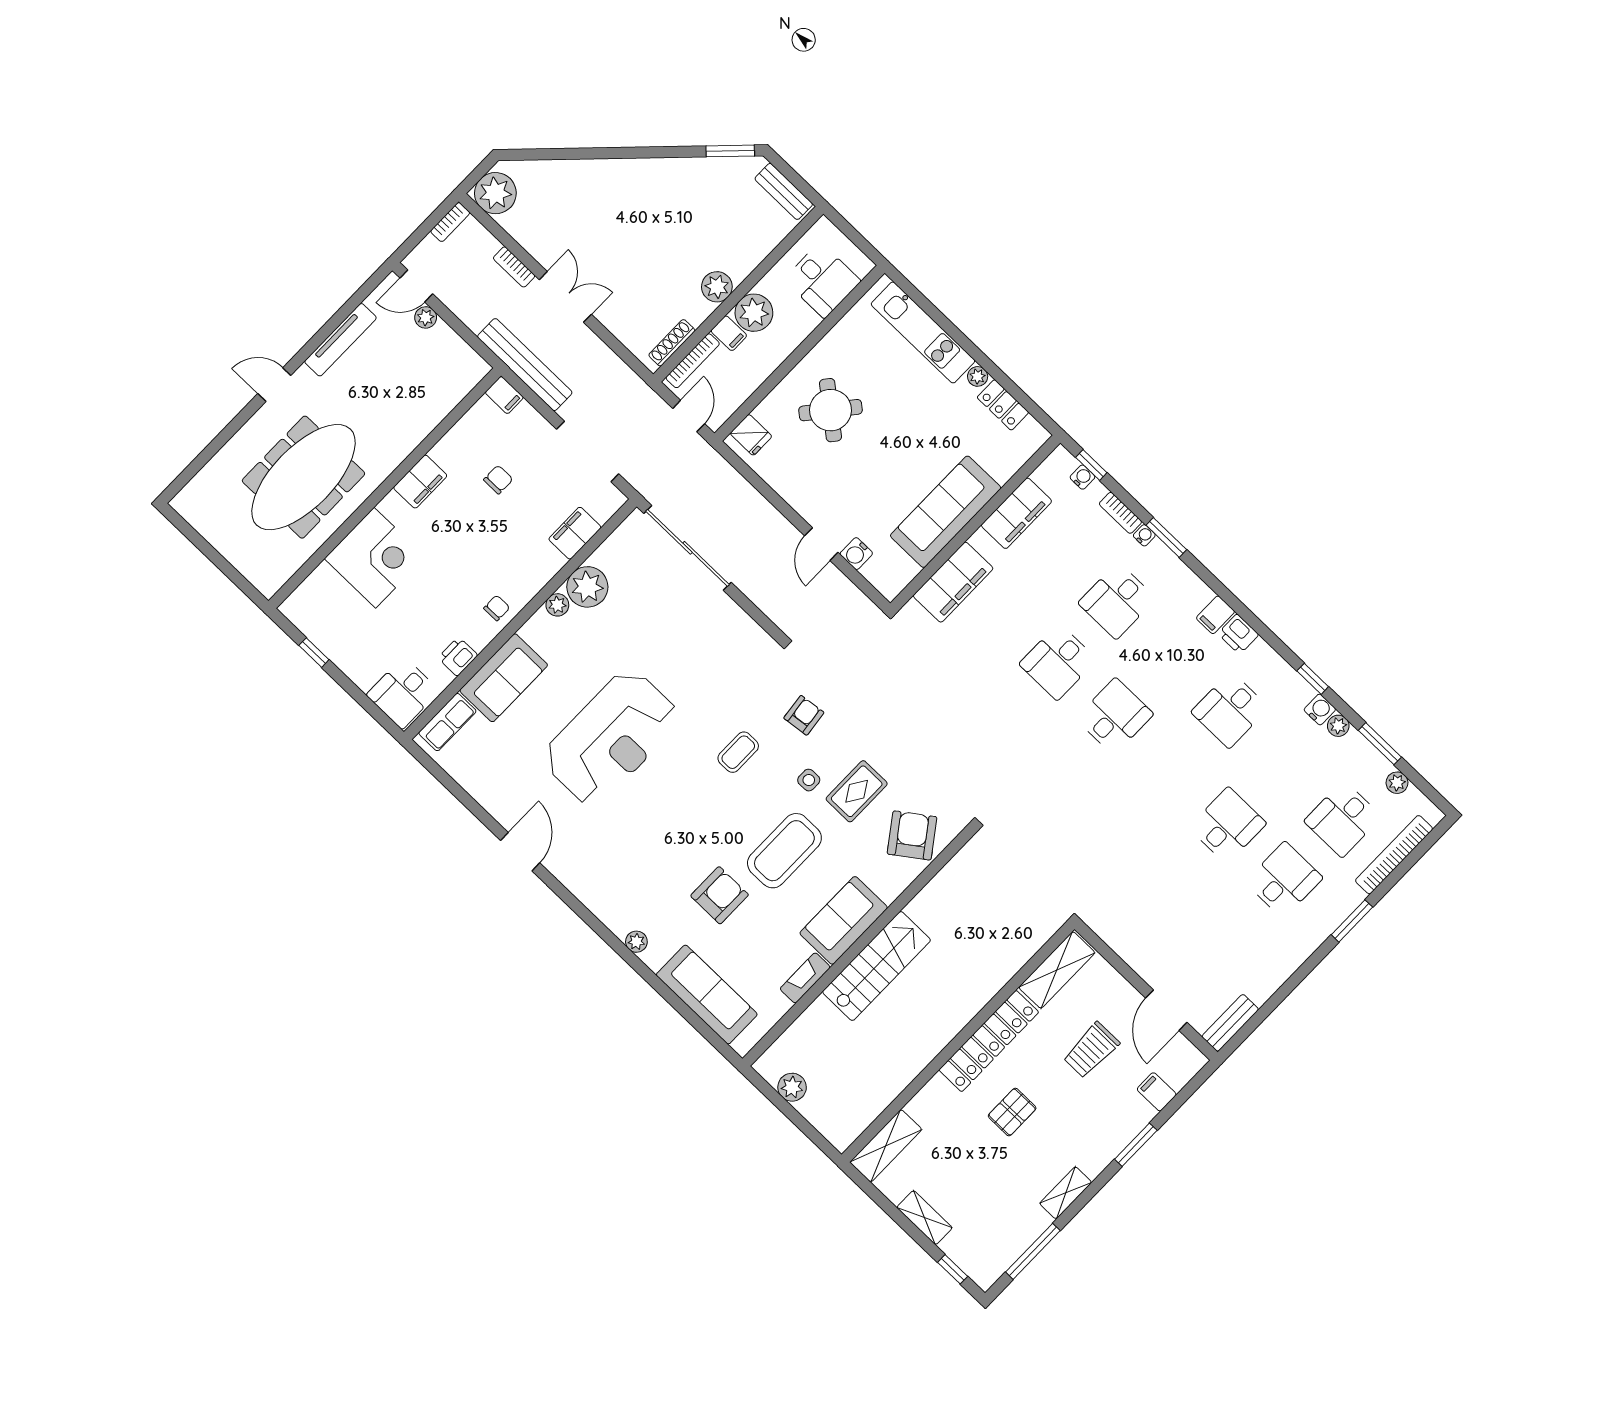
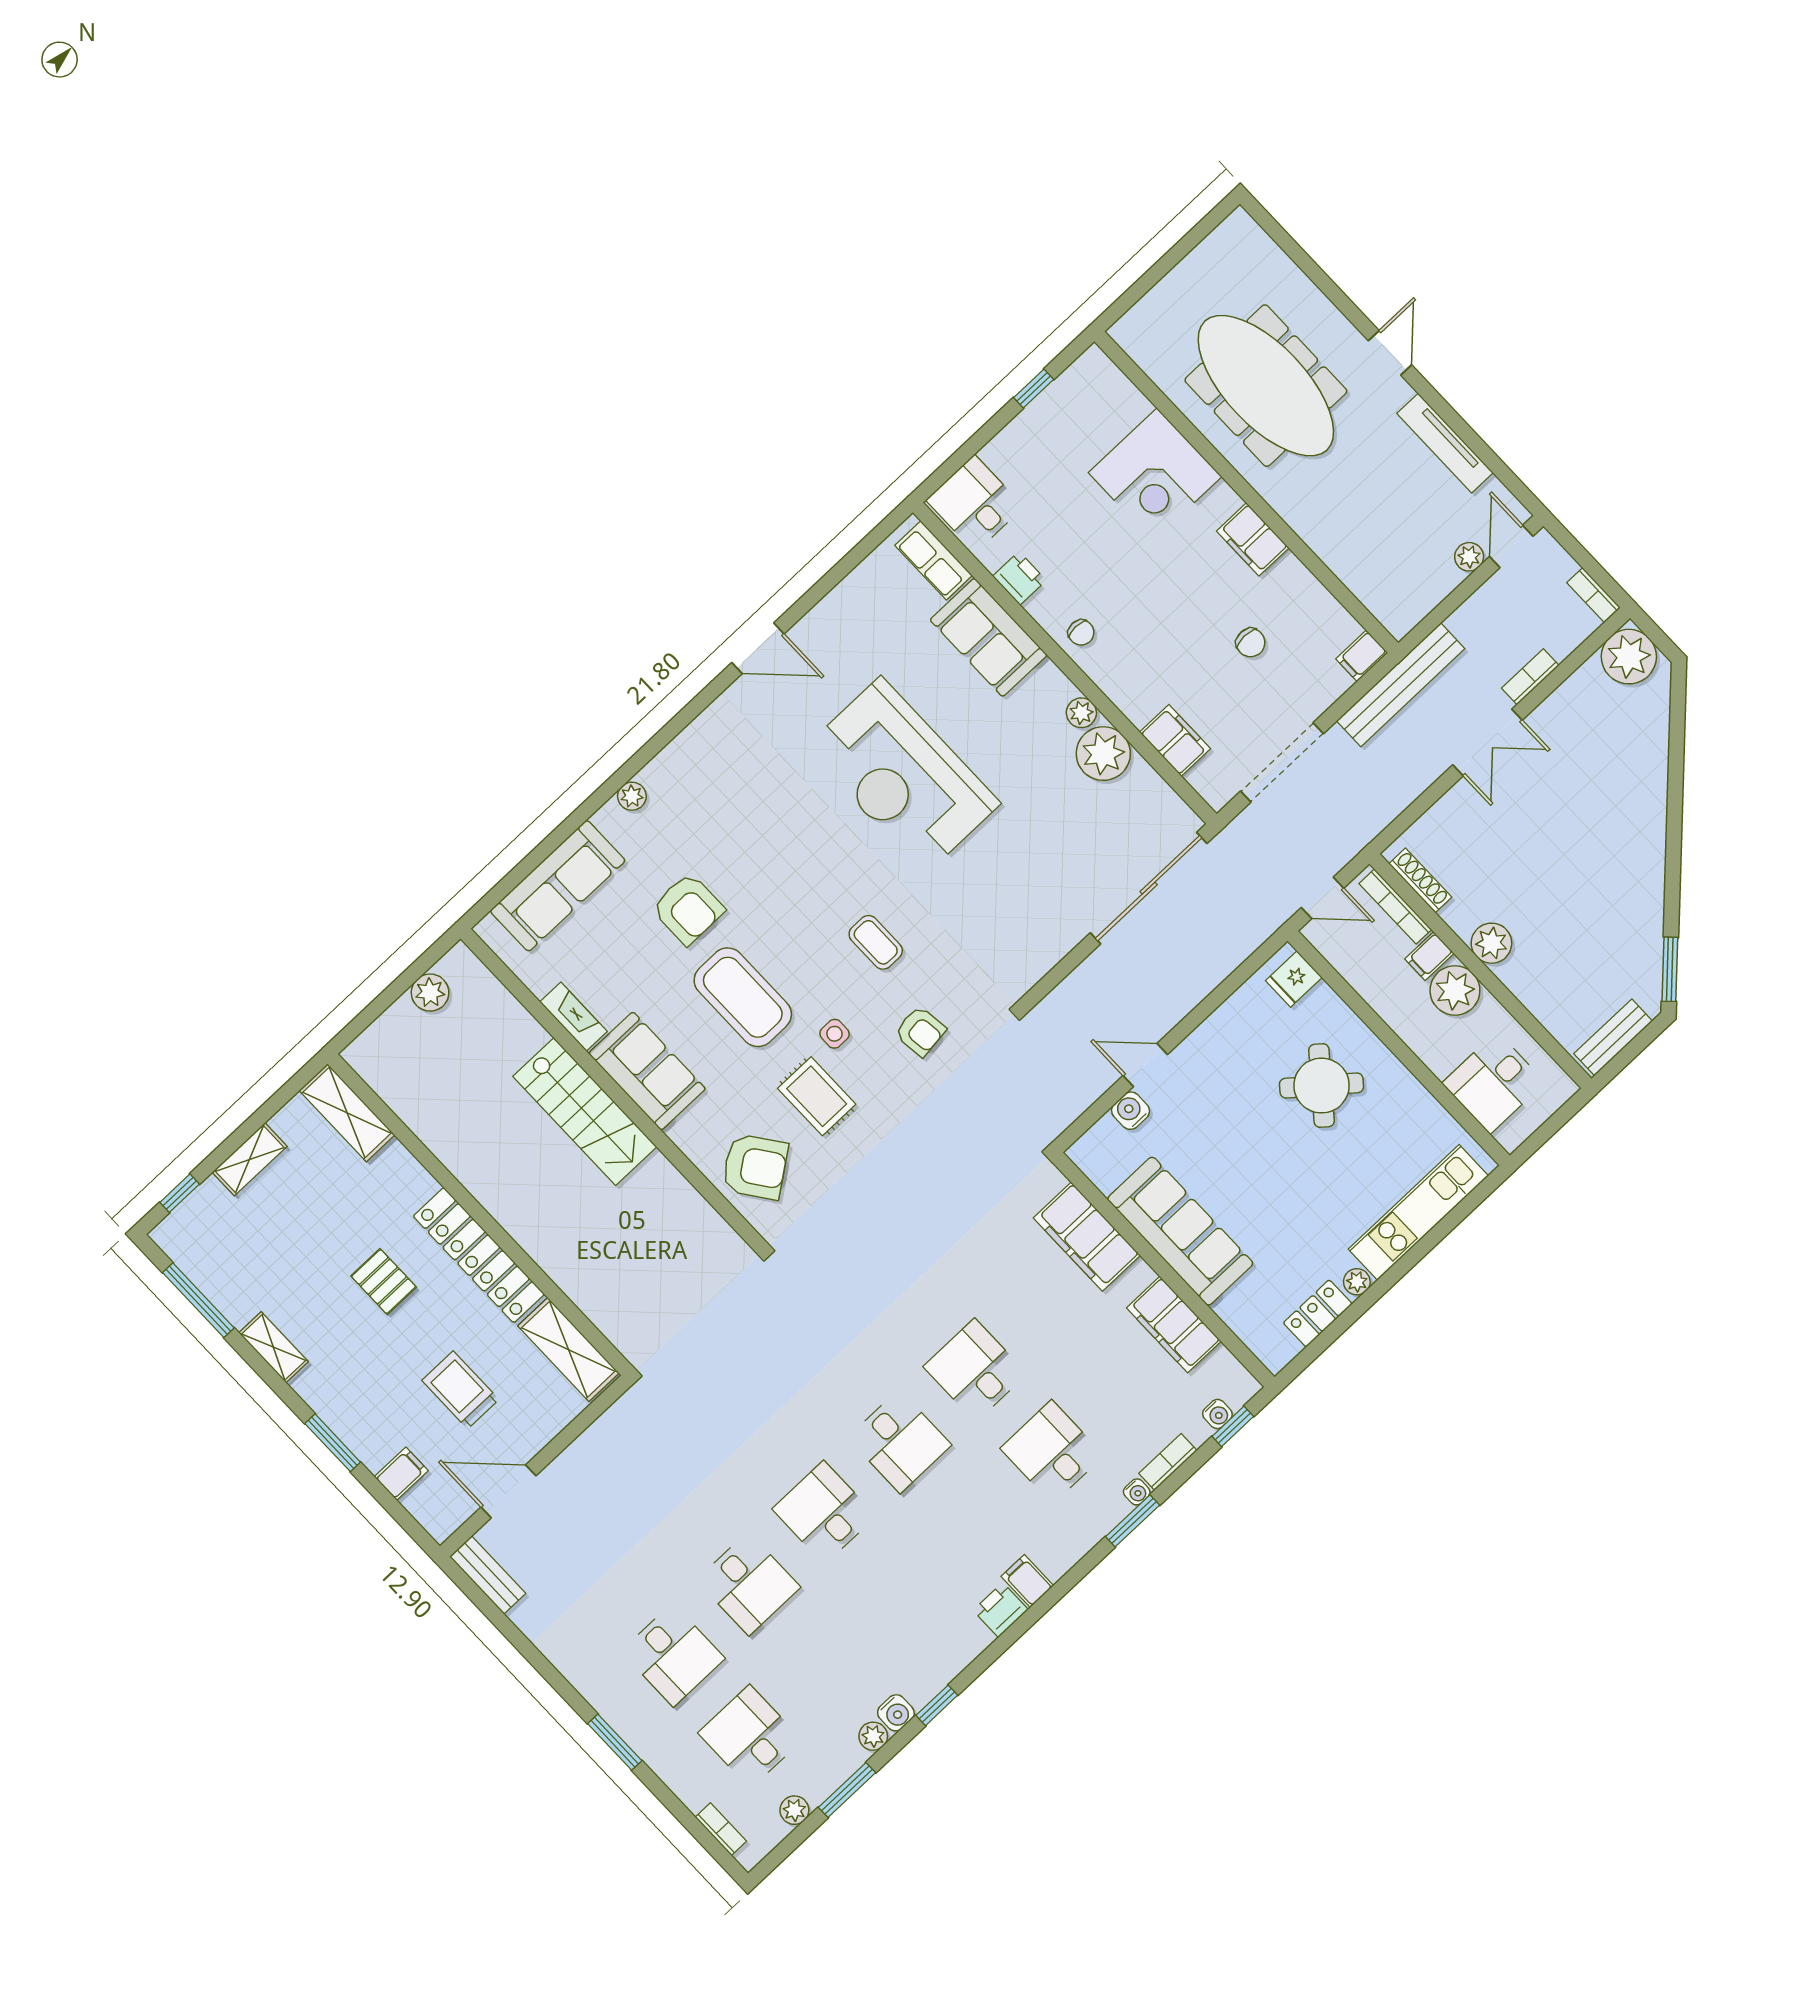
desk: (1230, 710) -> (824, 1513), moved
bookcase: (1394, 855) -> (721, 1829), width x0.43, depth x0.76

